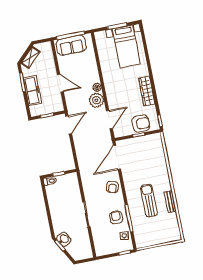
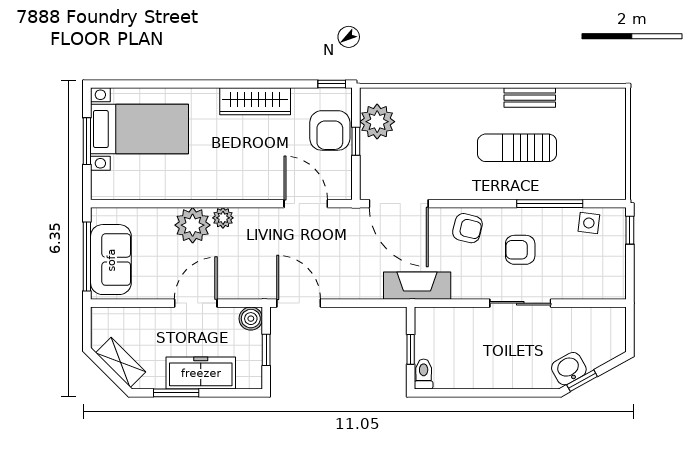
plant: (96, 100) -> (193, 225), moved
boiler: (59, 107) -> (251, 319), added
armchair: (141, 124) -> (330, 130), turned 180
plant: (148, 142) -> (377, 122), added
fireplace: (85, 171) -> (417, 286), added
armchair: (116, 217) -> (520, 250), moved

